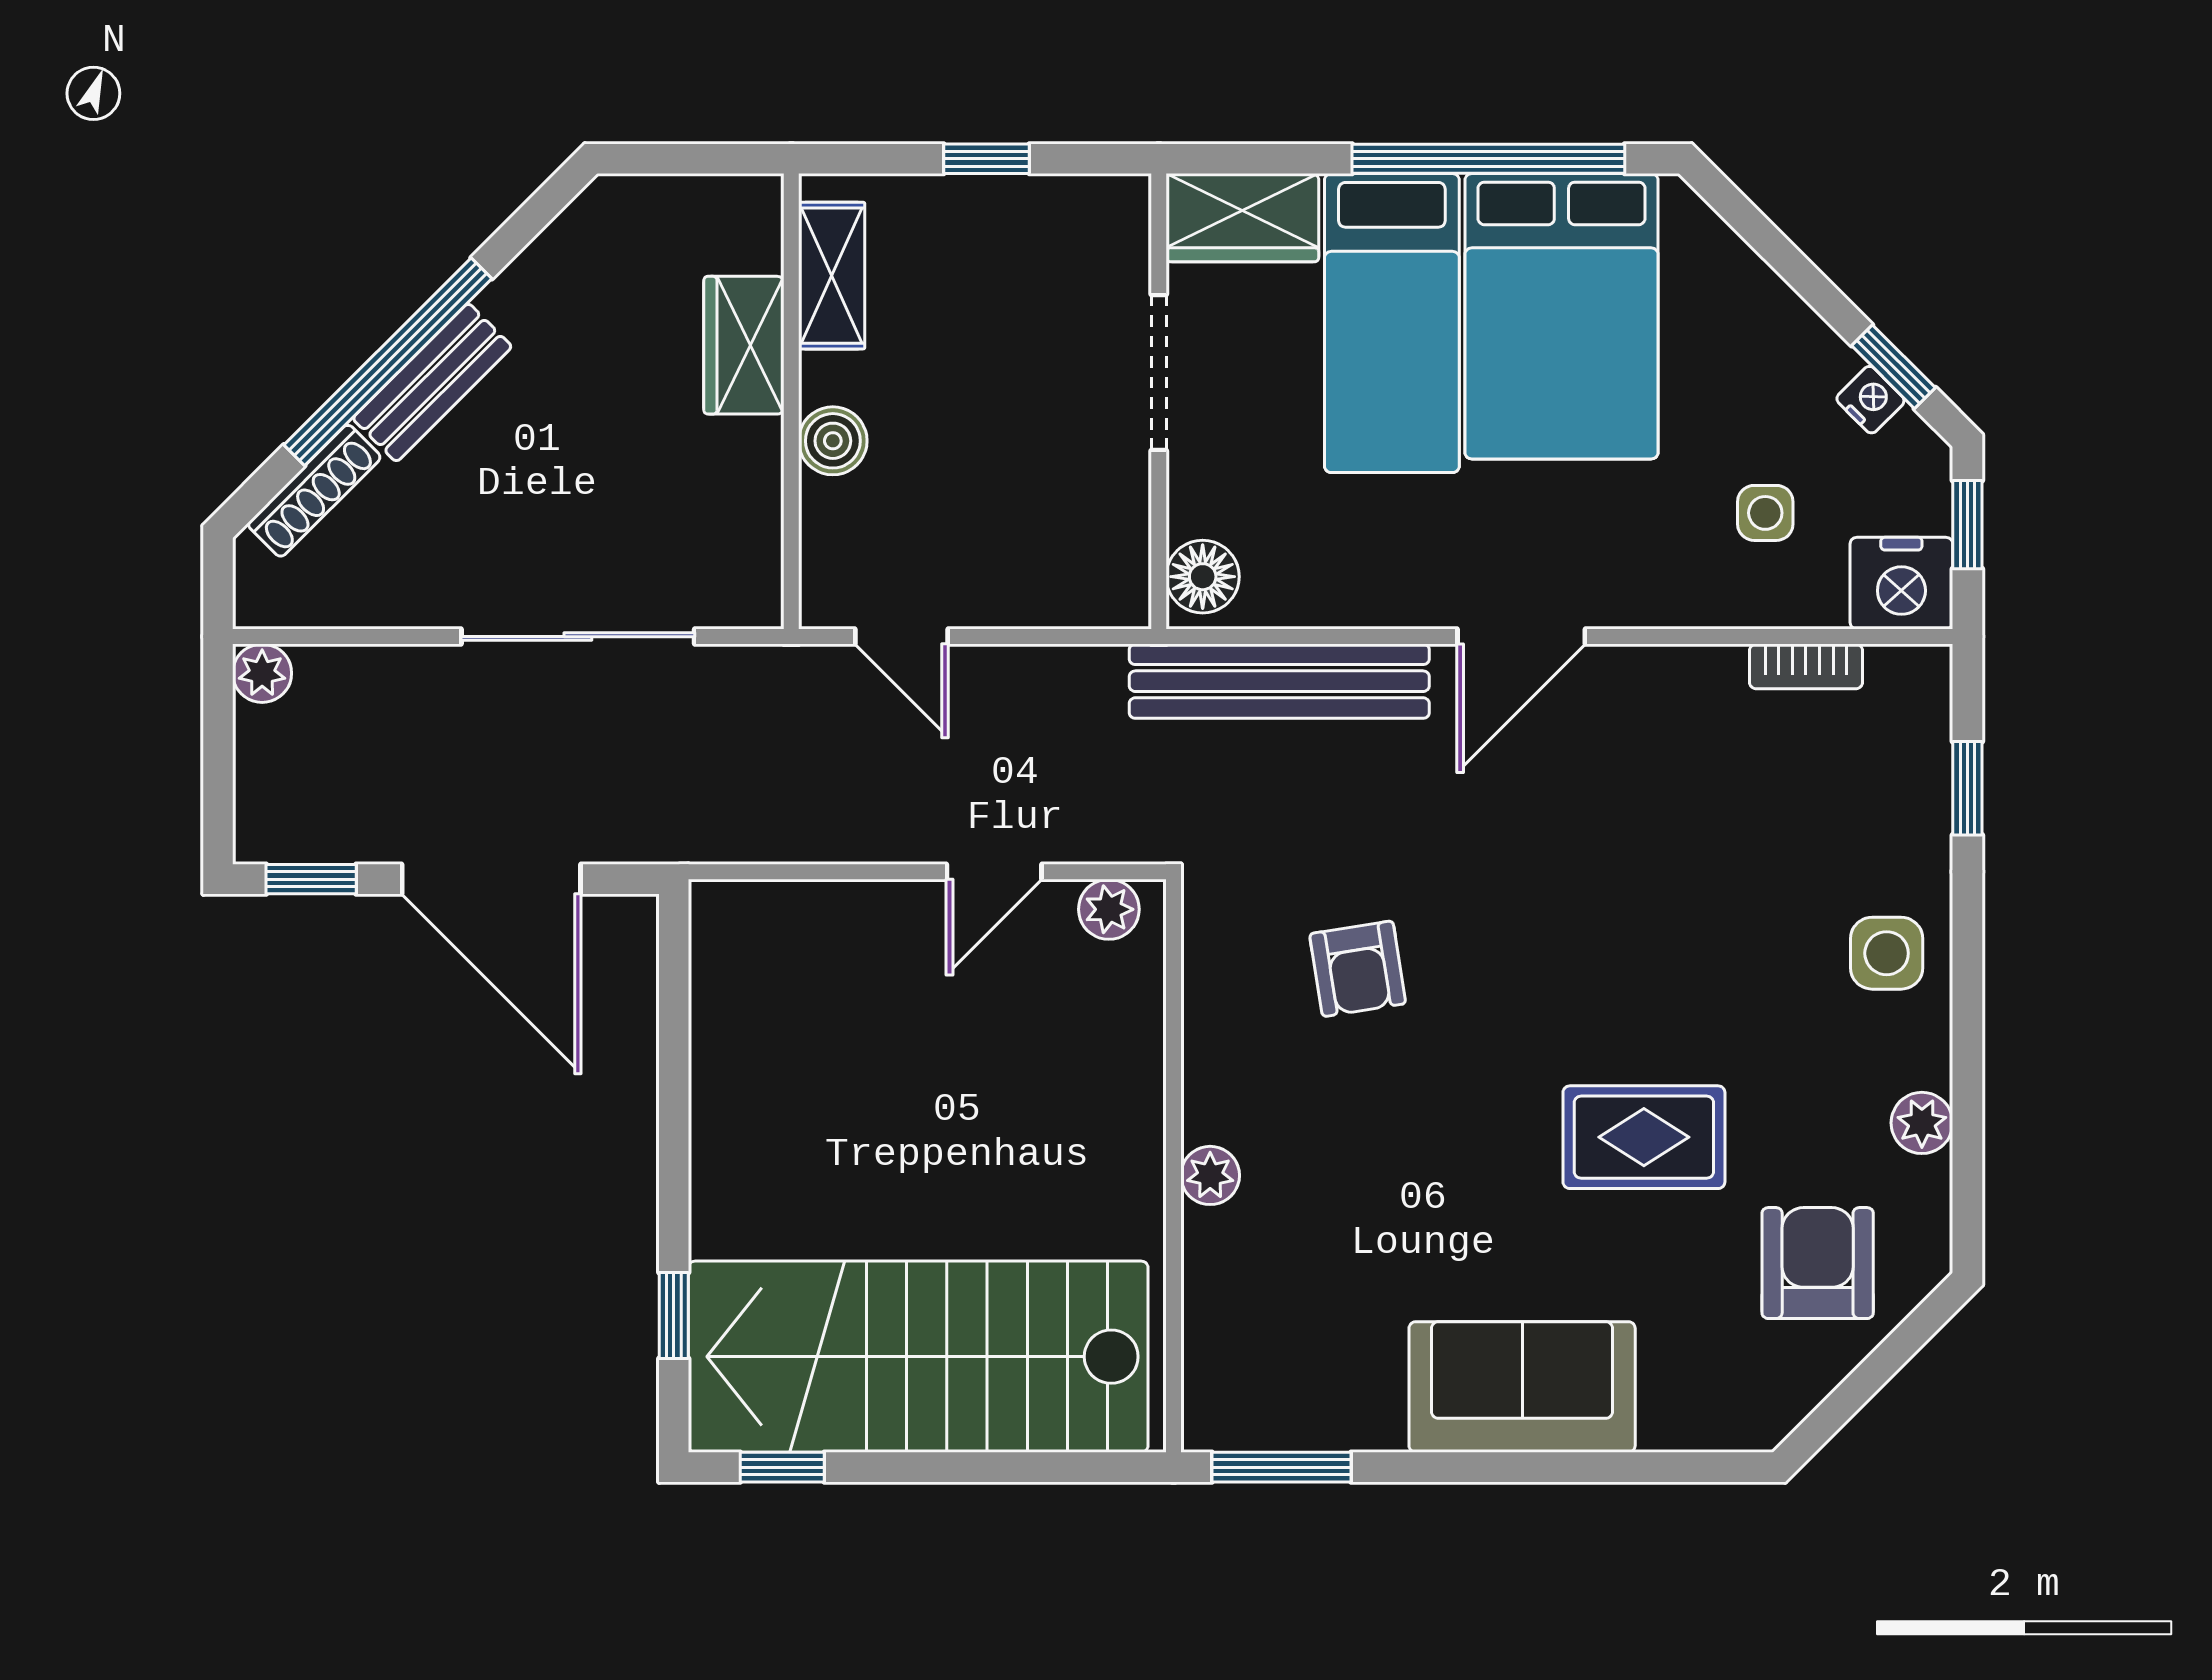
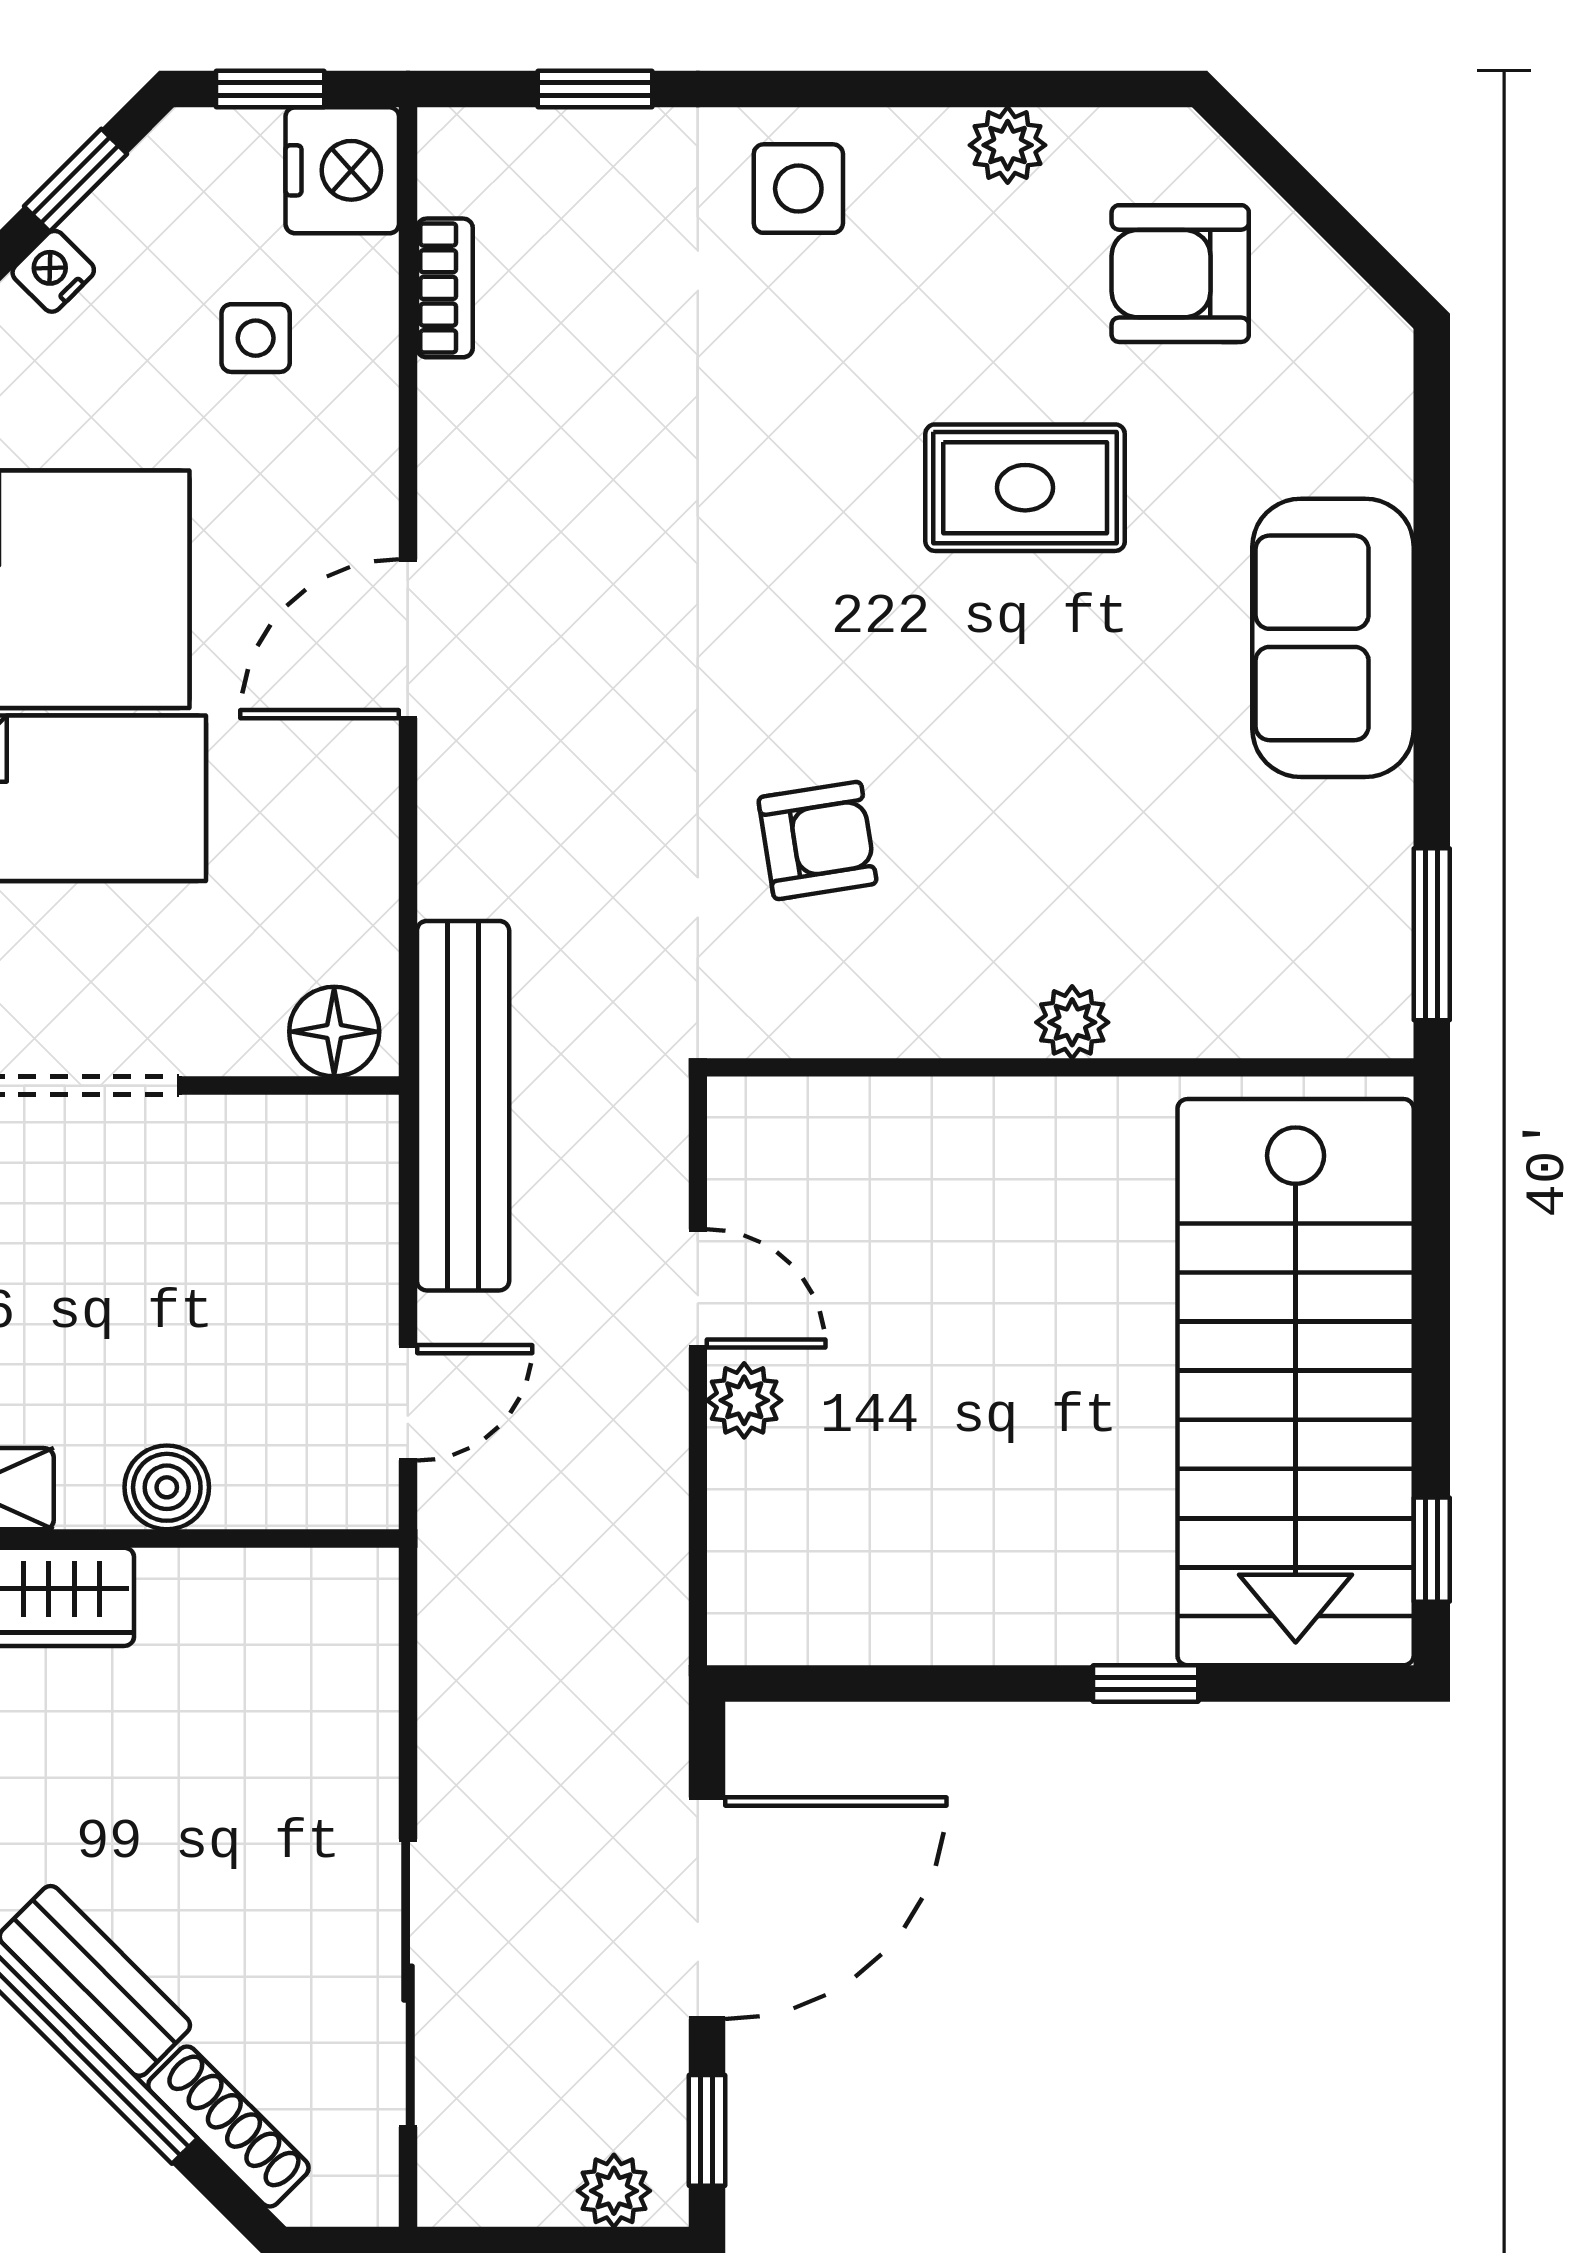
nightstand: (1870, 400) -> (53, 271), moved
sliding door: (578, 637) -> (408, 1983), moved
door: (1521, 637) -> (408, 639), swing flipped
plant: (262, 673) -> (614, 2191), moved
bench: (1279, 681) -> (463, 1106), moved
plant: (1109, 909) -> (744, 1400), moved
rug: (1644, 1137) -> (1025, 488), turned 90
window: (674, 1315) -> (1146, 1683), moved

